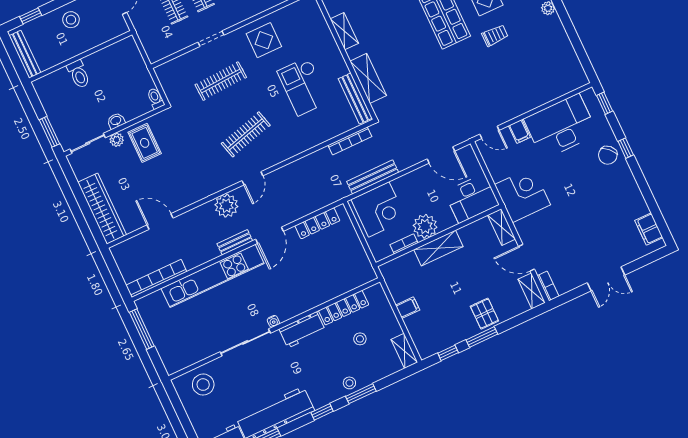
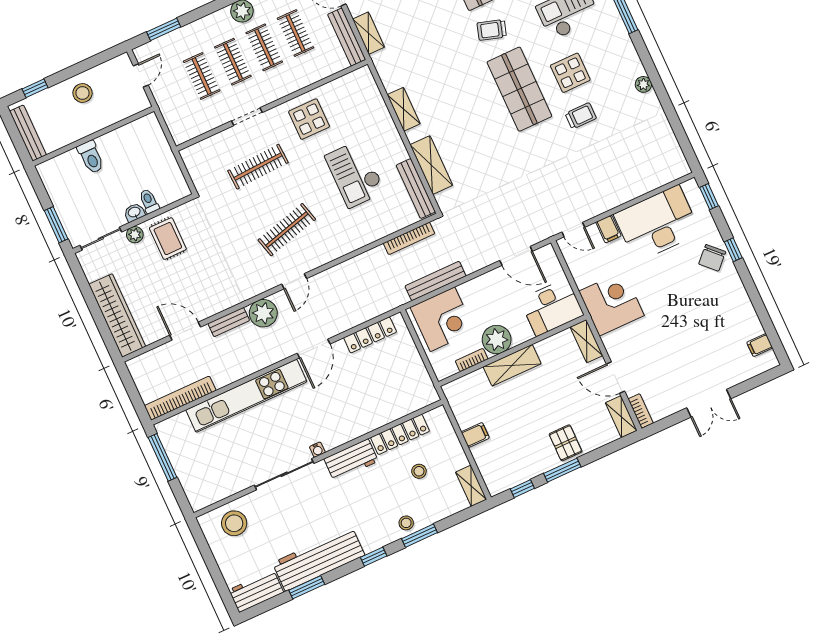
toilet: (156, 98) -> (149, 201), moved
filing cabinet: (649, 229) -> (760, 345), width x0.50
bench: (235, 242) -> (229, 322), moved

